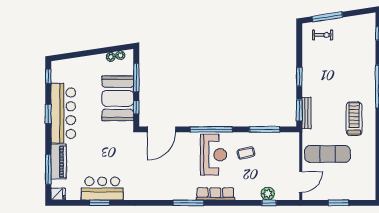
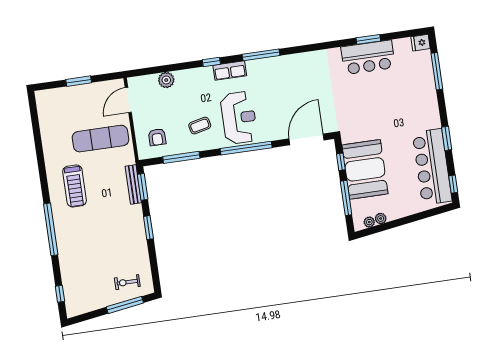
bar counter: (63, 113) -> (432, 167), moved
armchair: (282, 149) -> (157, 137), added
reception desk: (213, 155) -> (239, 118), turned 180
piano: (59, 162) -> (426, 82), removed
row of seats: (215, 194) -> (230, 71), width x0.68
window: (269, 203) -> (211, 62), moved

